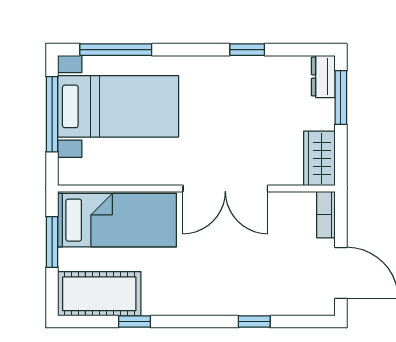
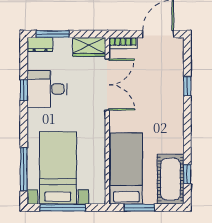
desk: (249, 88) -> (47, 89), added
double door: (225, 188) -> (107, 85), moved
window: (134, 322) -> (187, 174), moved

